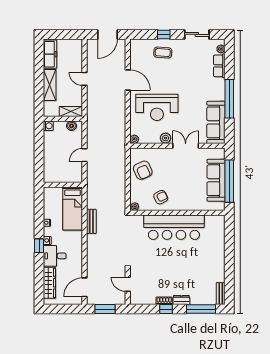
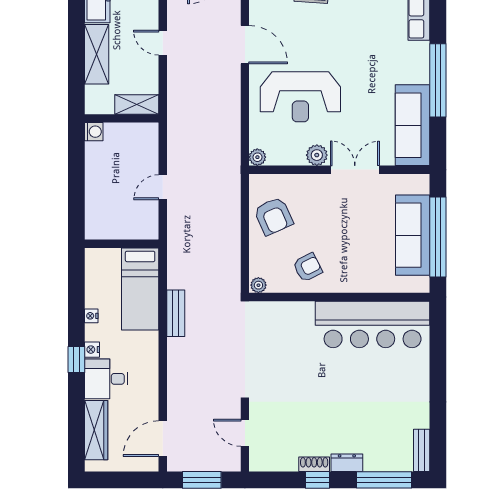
boiler: (71, 126) -> (138, 132), removed
bar counter: (174, 227) -> (373, 324), moved

